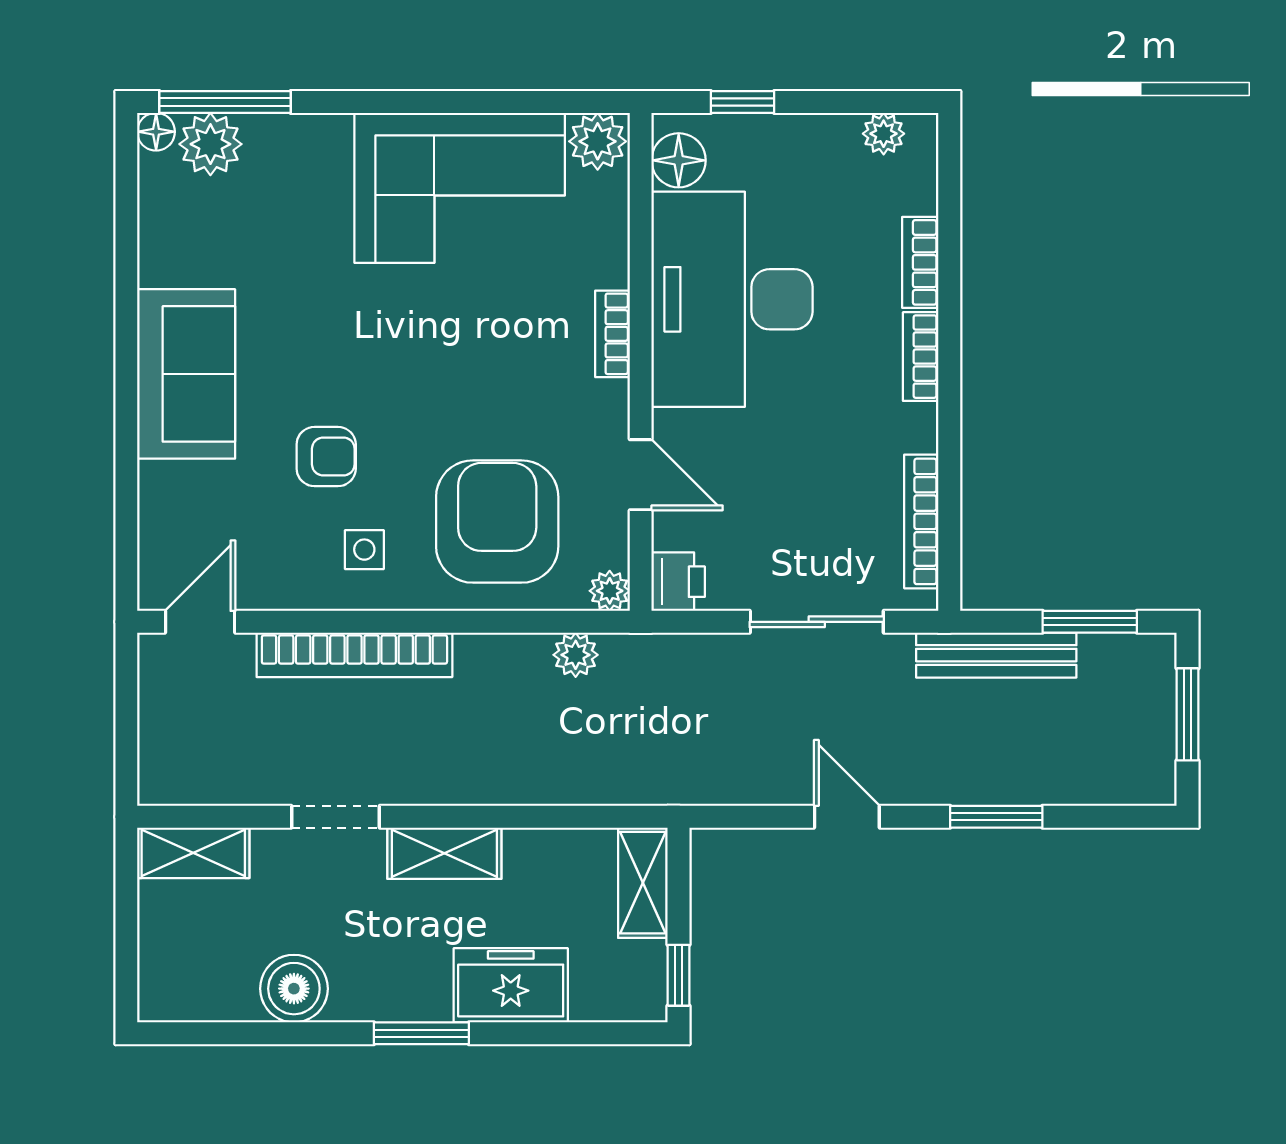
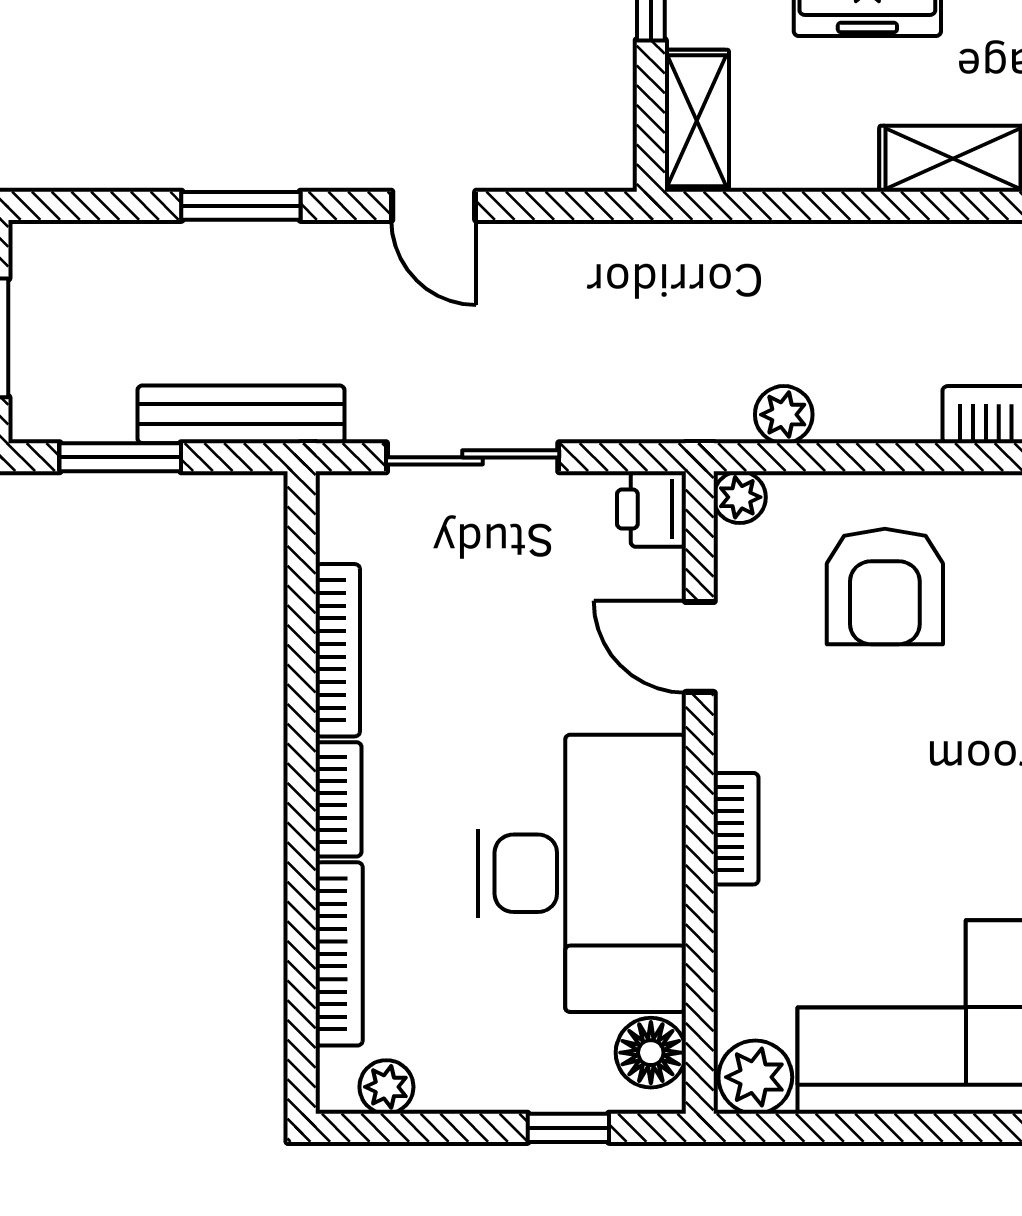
bookcase: (920, 262) -> (339, 954), width x1.56
bookcase: (921, 521) -> (338, 650), moved
armchair: (497, 522) -> (885, 587), width x0.73, depth x0.73

